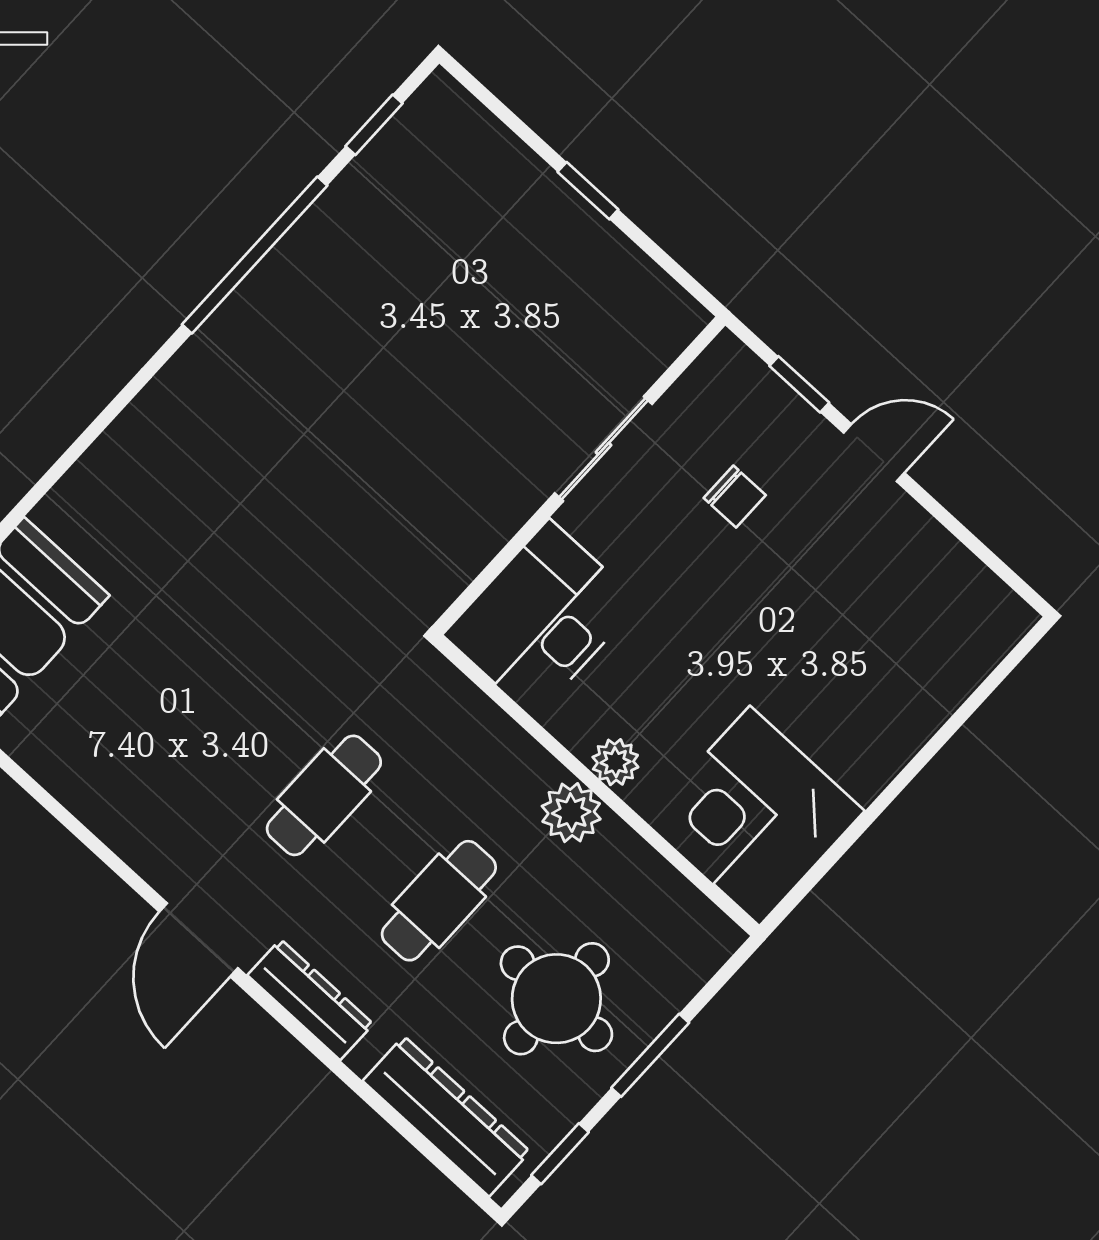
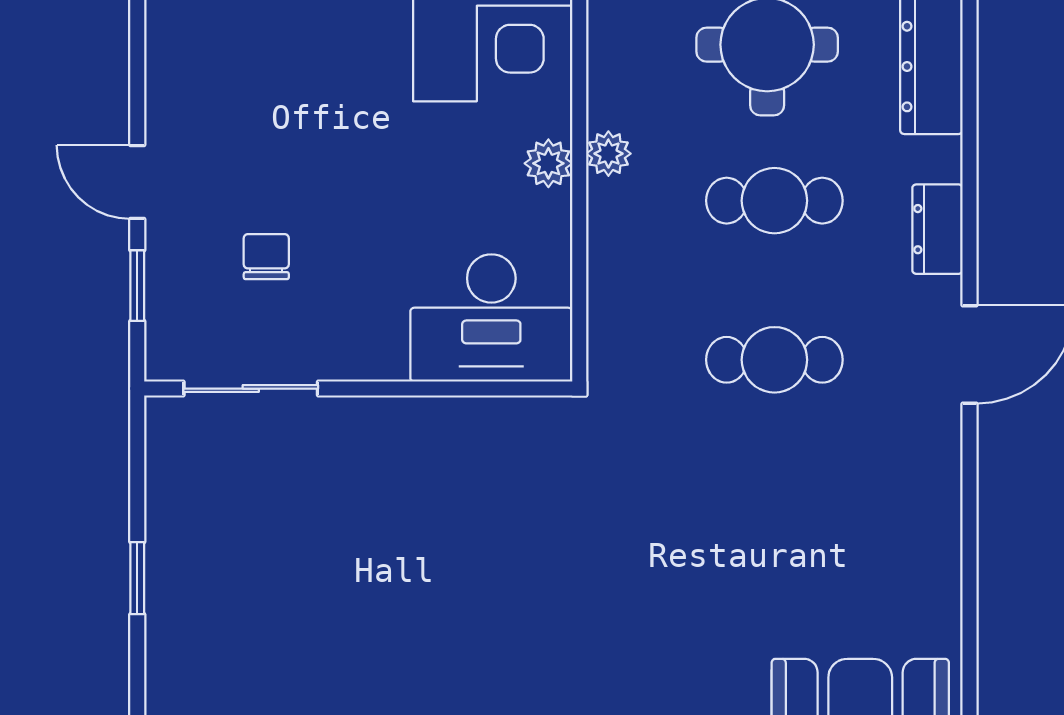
sliding door: (603, 449) -> (251, 389), moved
plant: (571, 813) -> (608, 154), width x0.73, depth x0.73
dresser: (310, 1000) -> (937, 229), width x0.70

